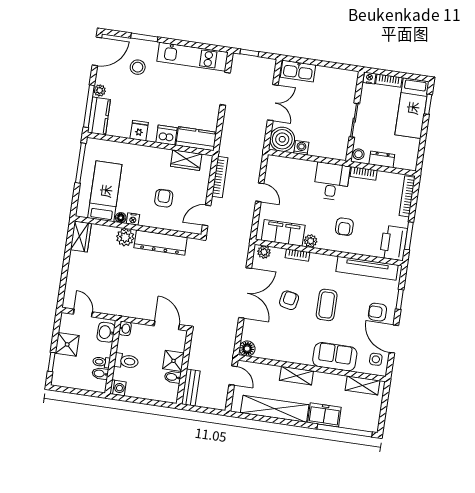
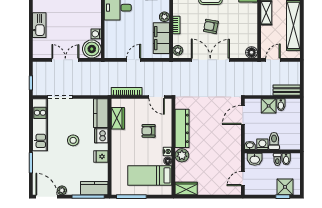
stool: (138, 67) -> (73, 140), moved
kitchen sink: (298, 71) -> (39, 25), moved
plant: (100, 90) -> (62, 190), moved
shower: (67, 344) -> (285, 187), moved
washing machine: (118, 388) -> (262, 144), moved

